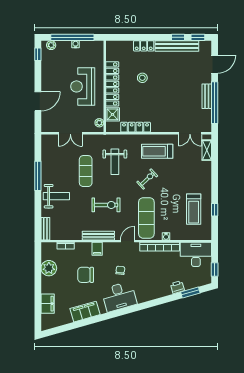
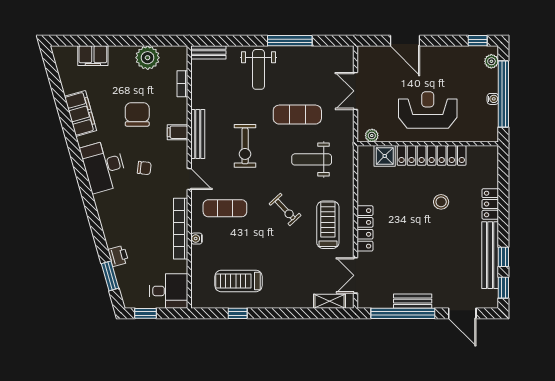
locker: (136, 127) -> (365, 228), moved
exercise mat: (146, 218) -> (225, 208), width x0.73, depth x0.69
desk: (196, 254) -> (169, 291), width x0.73

